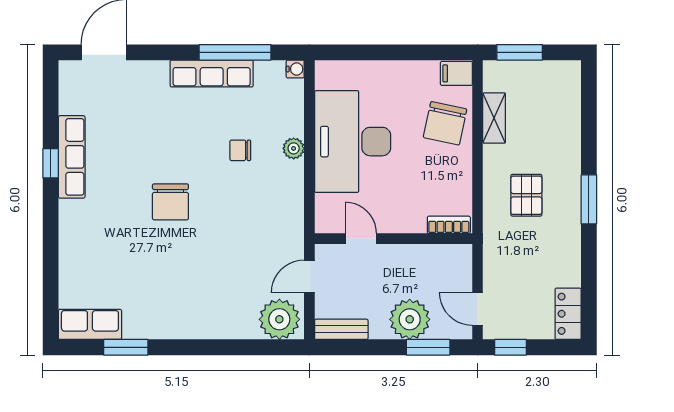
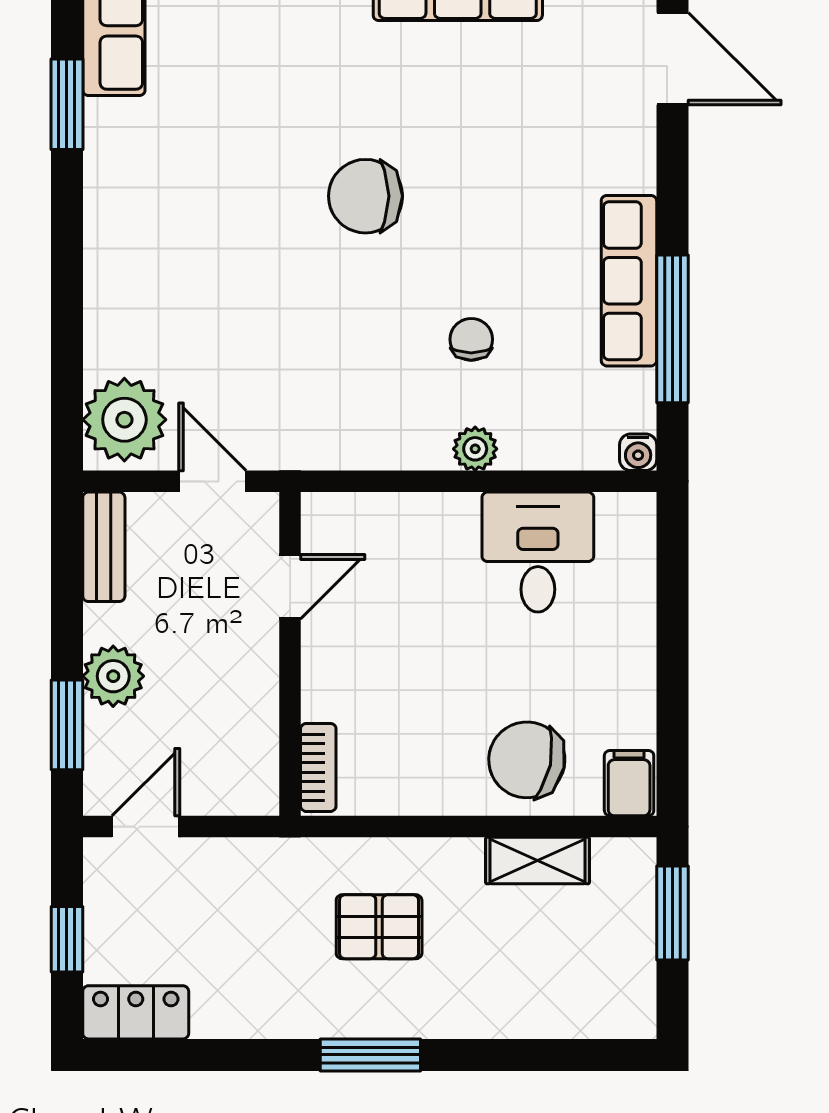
desk: (353, 142) -> (538, 552), width x0.53, depth x0.77
plant: (410, 319) -> (113, 676), width x0.73, depth x0.73
window: (510, 347) -> (67, 939), moved

